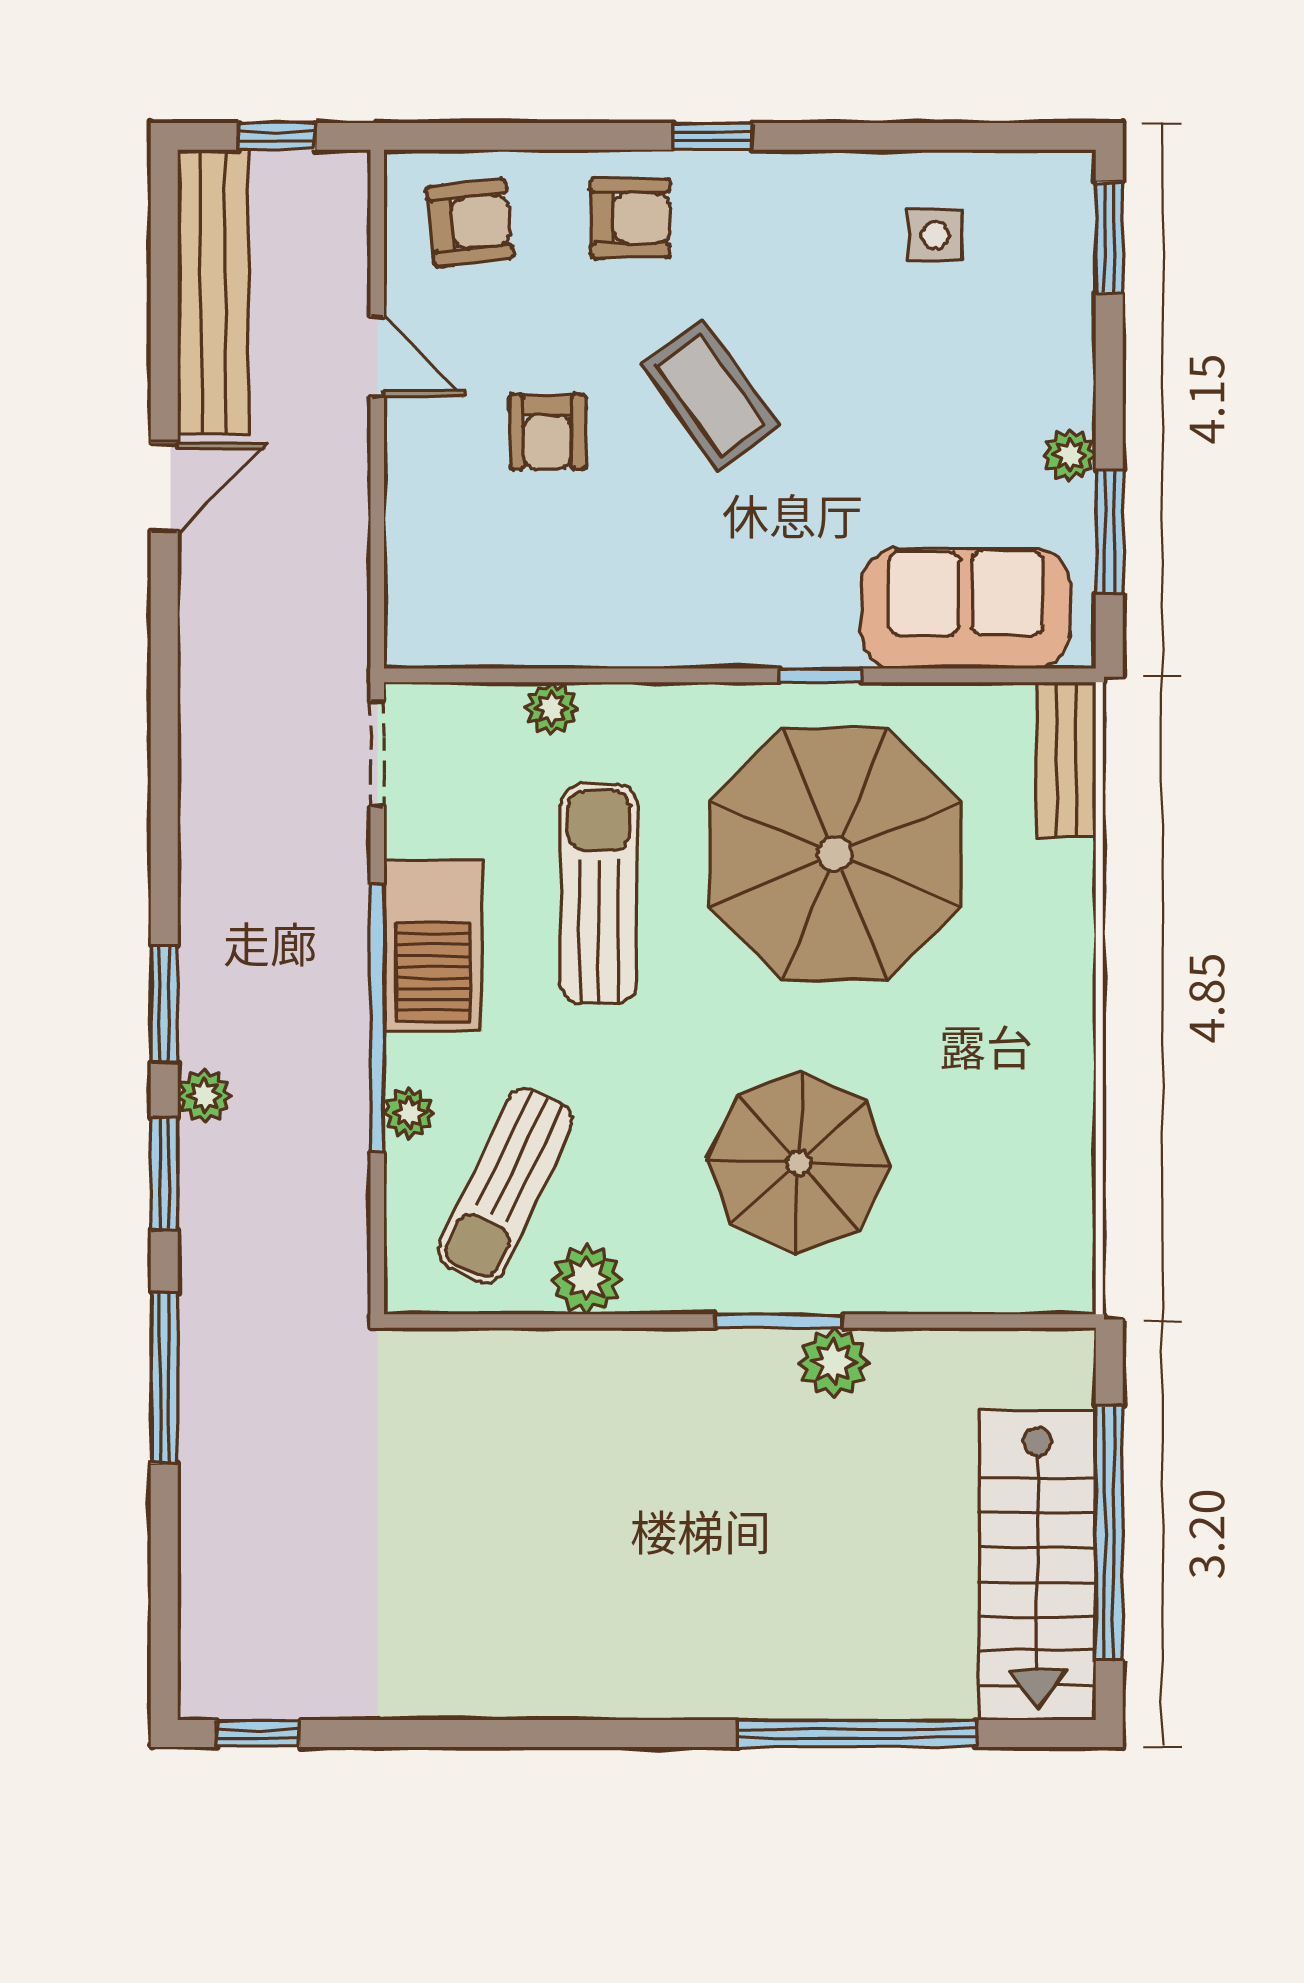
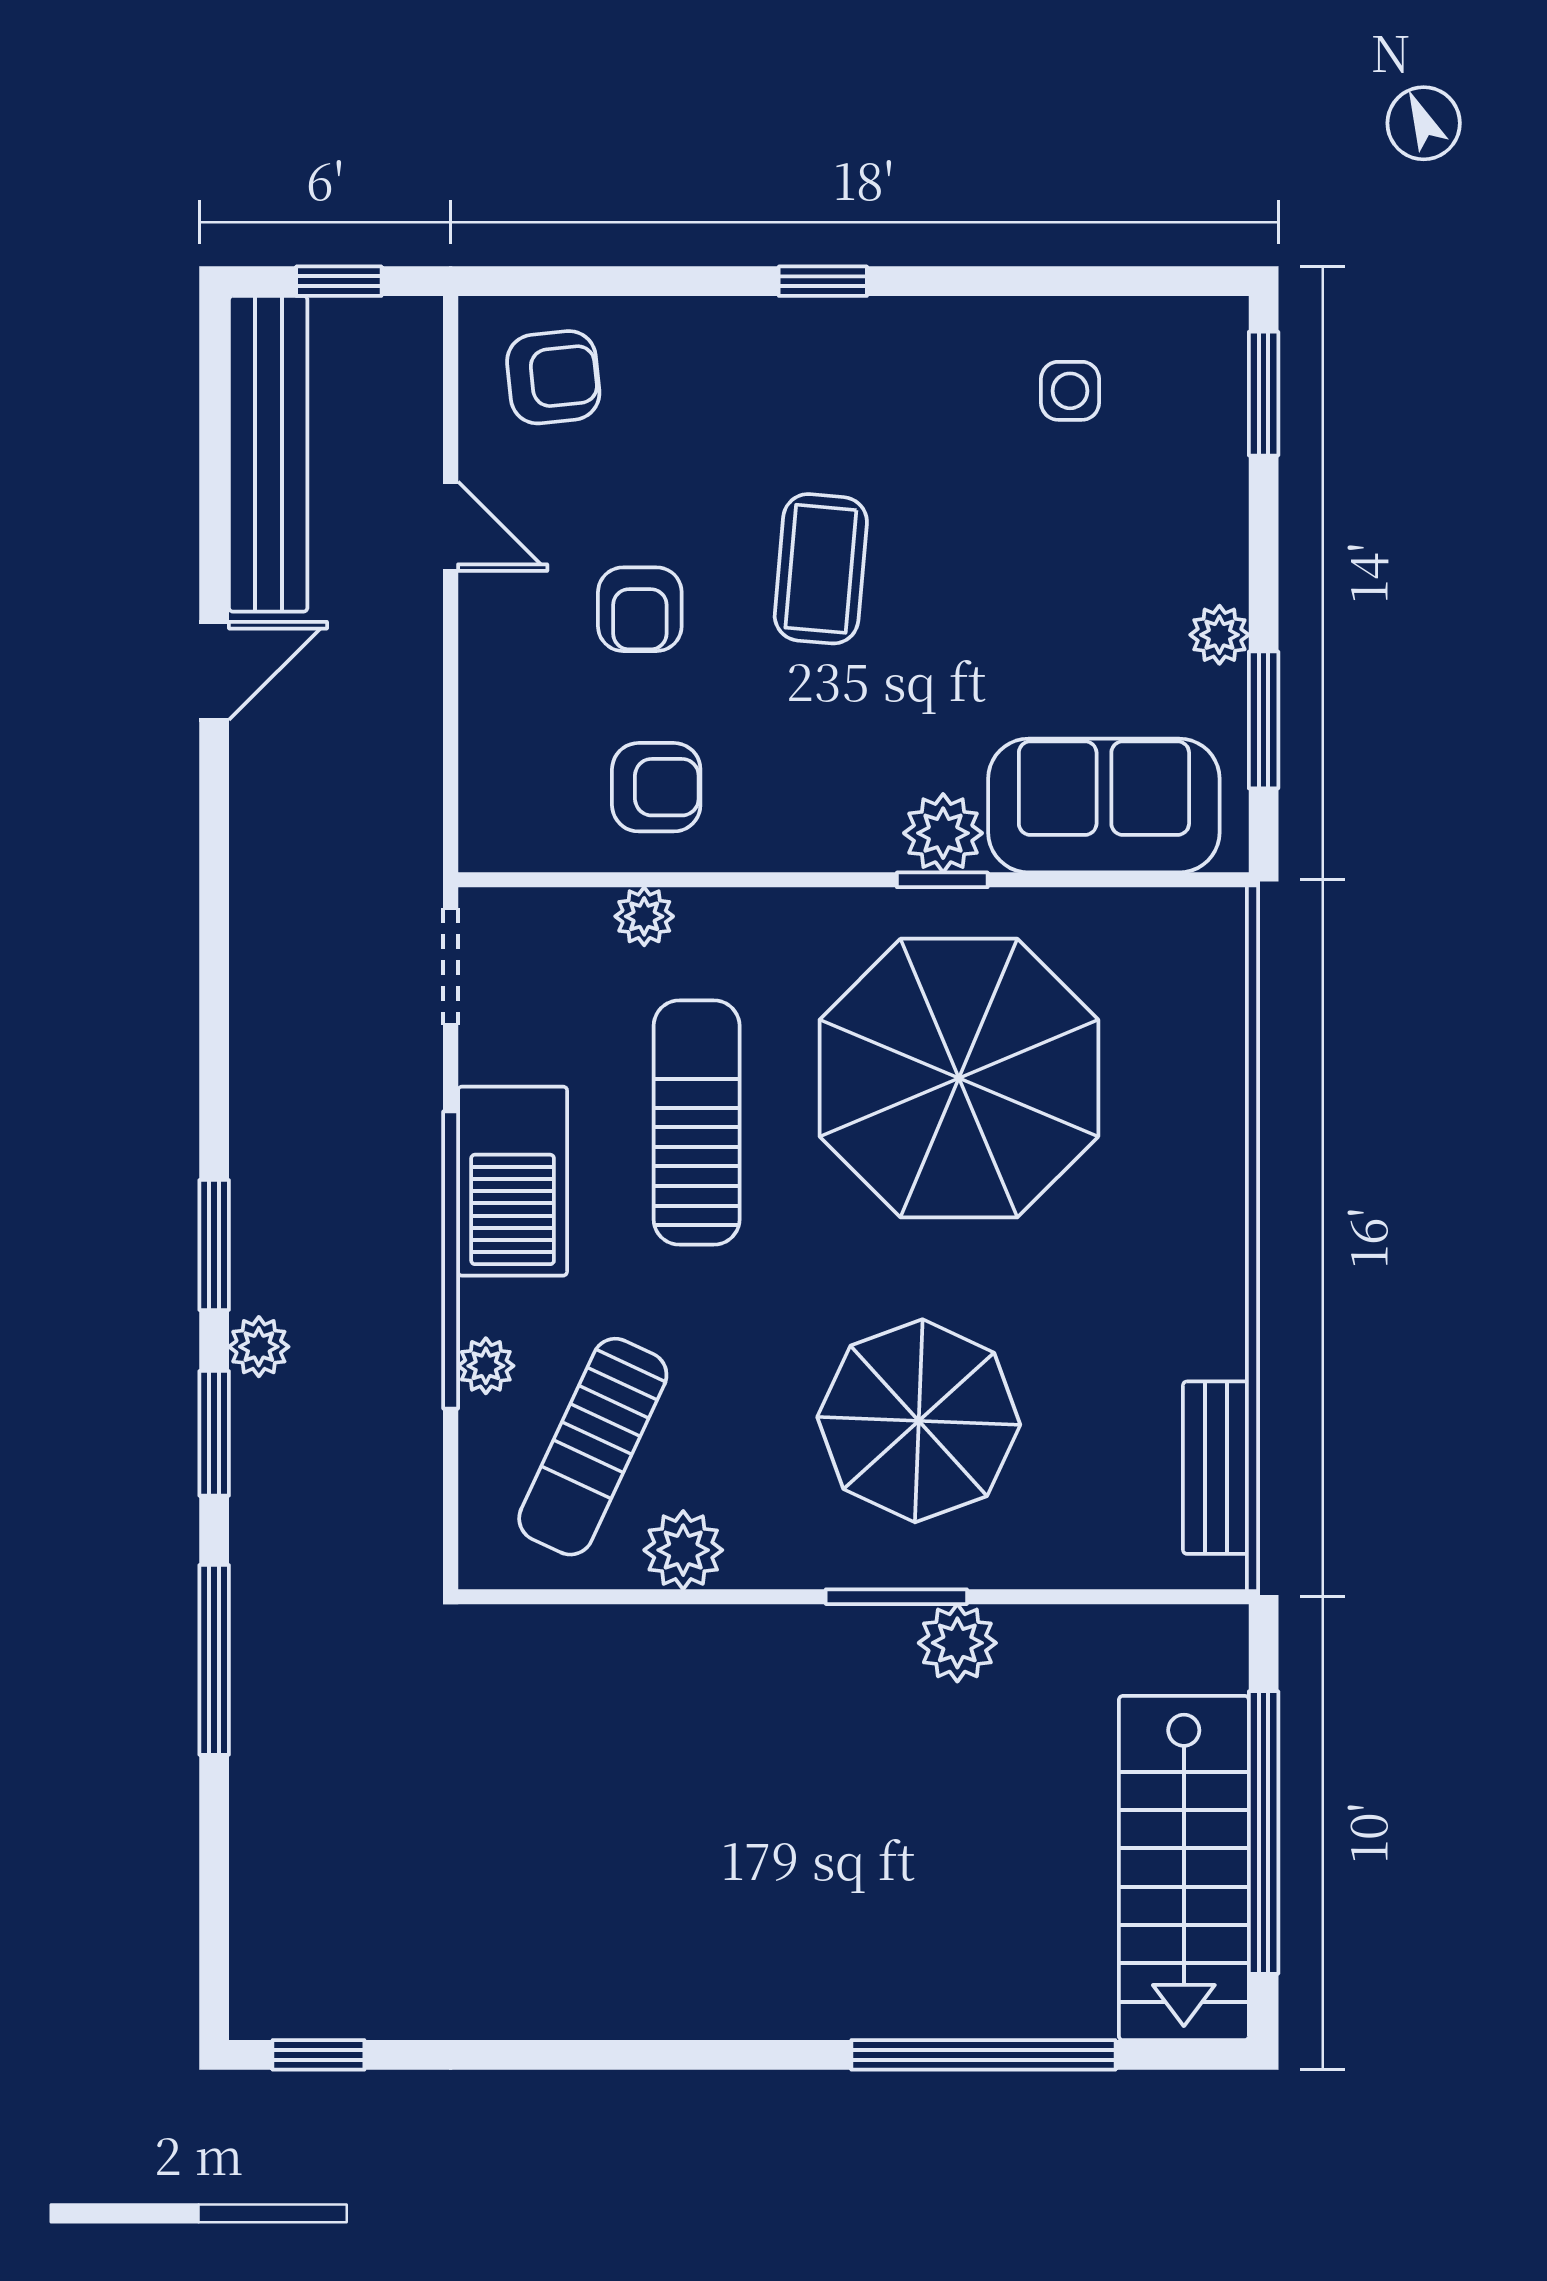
armchair: (630, 218) -> (656, 787), moved
coffee table: (711, 395) -> (821, 569), turned 41
plant: (821, 633) -> (943, 833), added
bench: (1066, 760) -> (1216, 1468), moved

